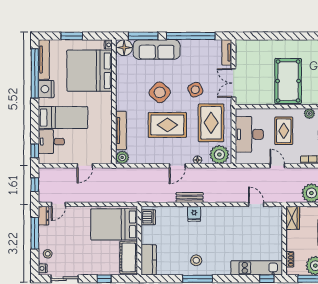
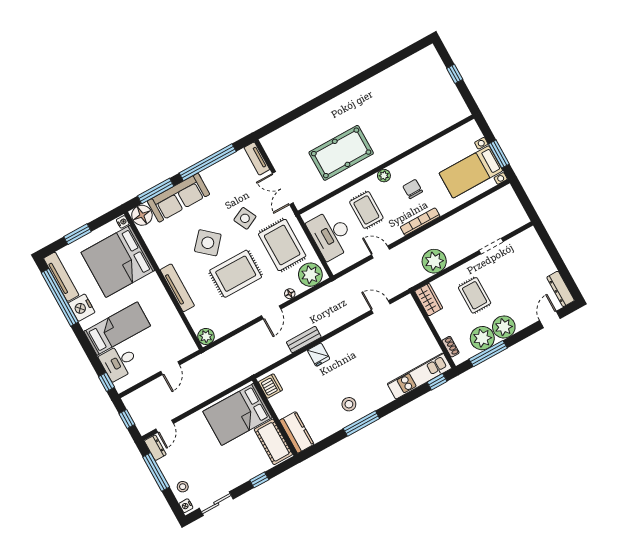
pool table: (288, 81) -> (341, 153), turned 90
tv unit: (121, 131) -> (177, 288), moved

